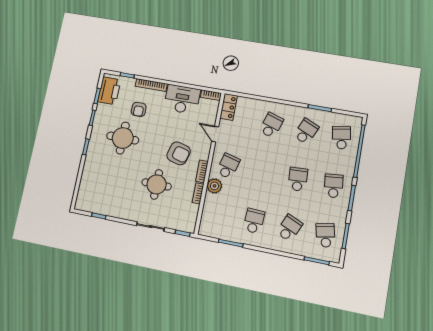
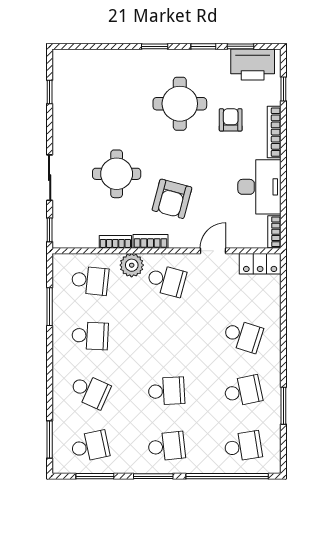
armchair: (139, 109) -> (231, 120), turned 90
school desk: (306, 131) -> (243, 391), turned -36
school desk: (219, 214) -> (90, 281), added

